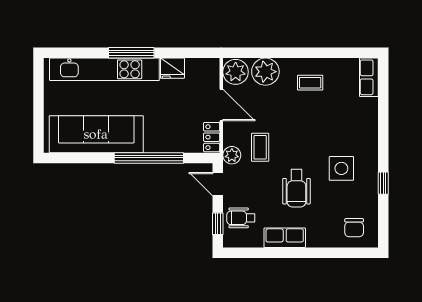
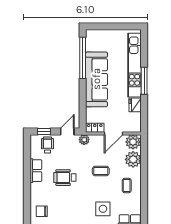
sofa: (96, 134) -> (96, 79), moved
coffee table: (260, 147) -> (101, 171), moved
window: (149, 158) -> (83, 58), moved
side table: (341, 168) -> (103, 209), moved

